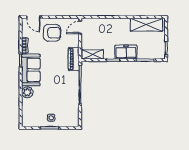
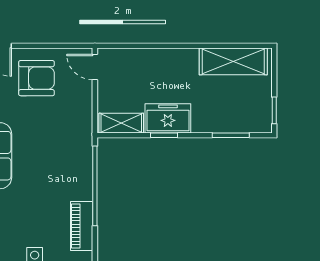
door: (80, 27) -> (95, 67), hinge flipped
freezer: (126, 52) -> (168, 118), moved
piano: (74, 59) -> (82, 226), moved

